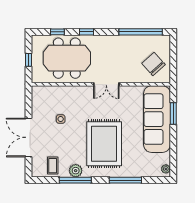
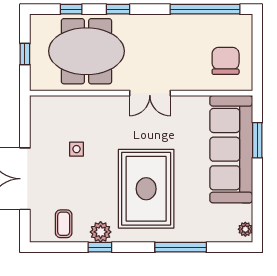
chair: (153, 64) -> (226, 61), turned 42
window: (75, 180) -> (100, 247), width x0.46

